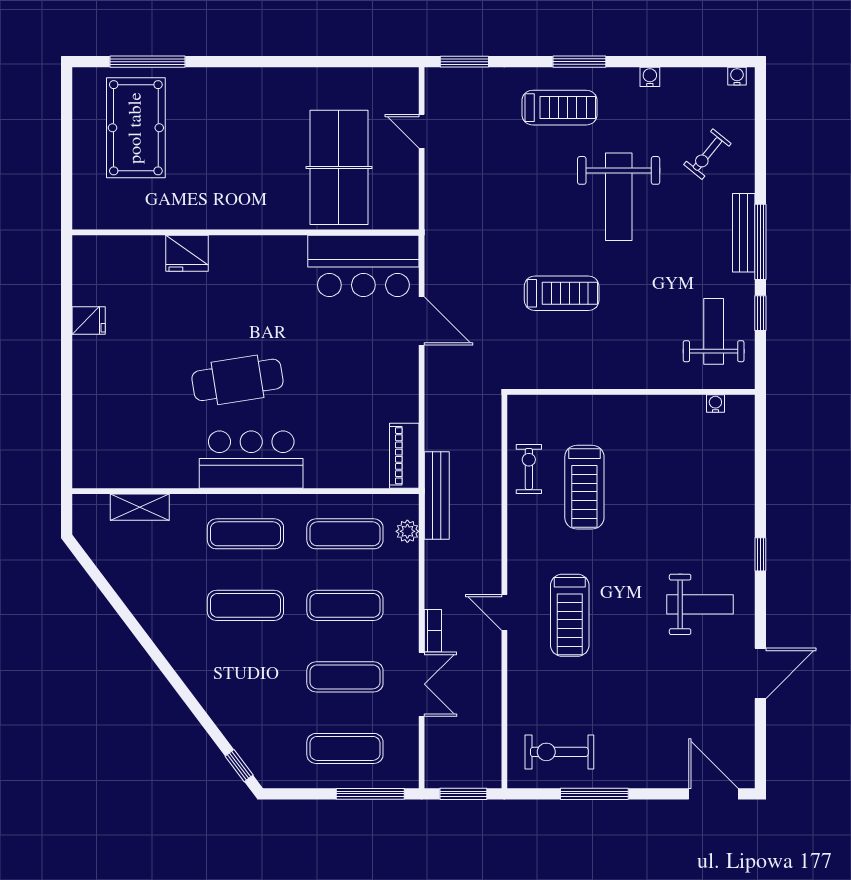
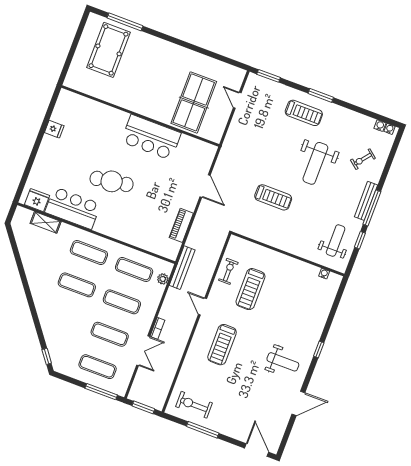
water cooler: (650, 77) -> (380, 126), moved
fridge: (187, 253) -> (37, 200), moved, turned 180
bar counter: (363, 266) -> (151, 137), moved
piano: (404, 456) -> (181, 225), moved
bar counter: (251, 460) -> (73, 208), moved
door: (504, 612) -> (203, 306), moved

